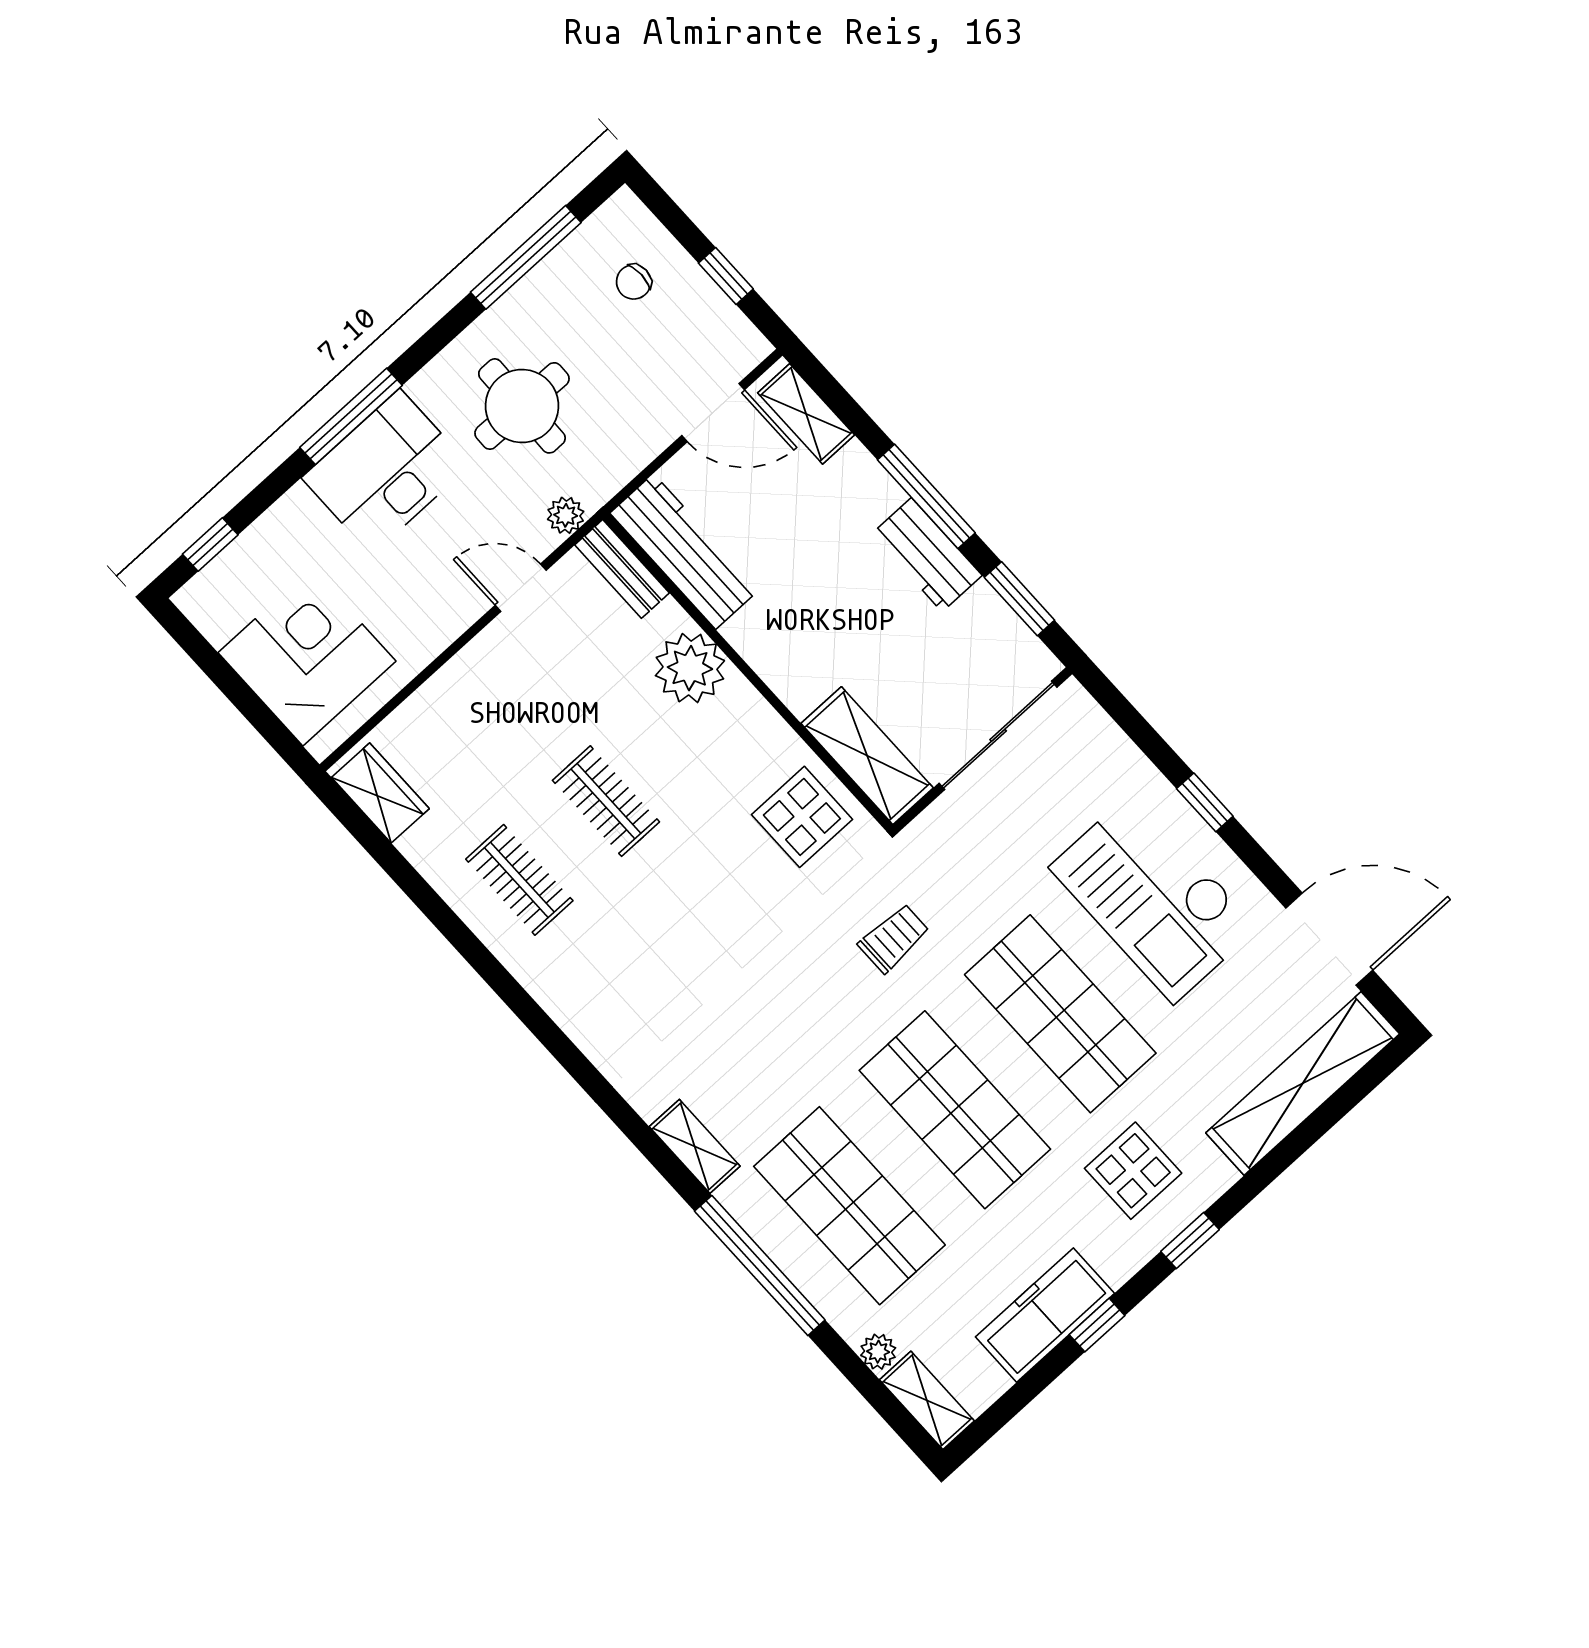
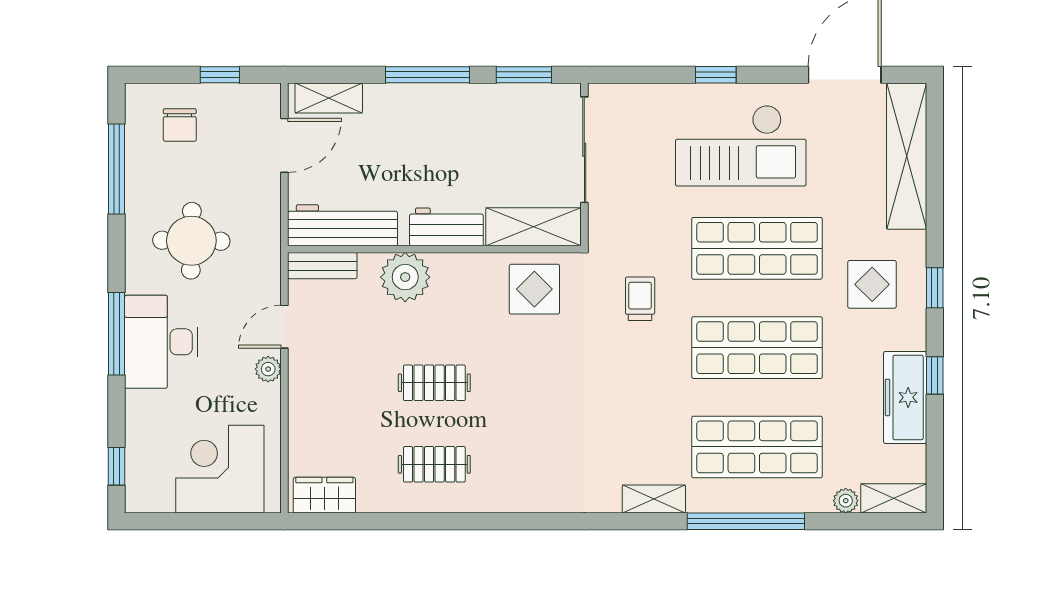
chair: (634, 282) -> (180, 125), width x1.37, depth x1.37
plant: (566, 515) -> (268, 369), moved
workbench: (927, 555) -> (446, 227), moved, turned 180

